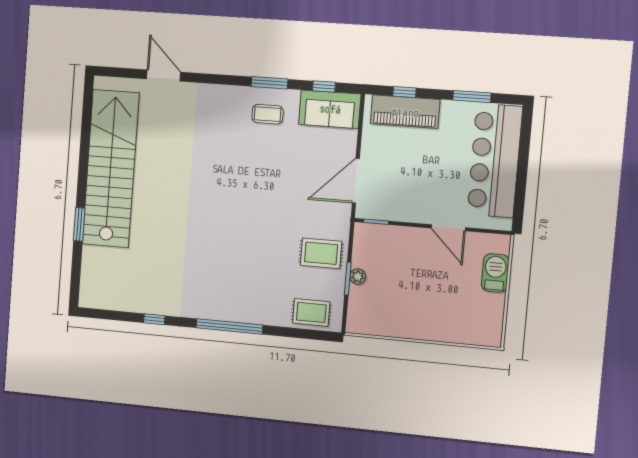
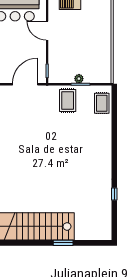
door: (356, 181) -> (25, 84), swing flipped
door: (448, 228) -> (47, 31), swing flipped
window: (229, 326) -> (114, 150), removed

